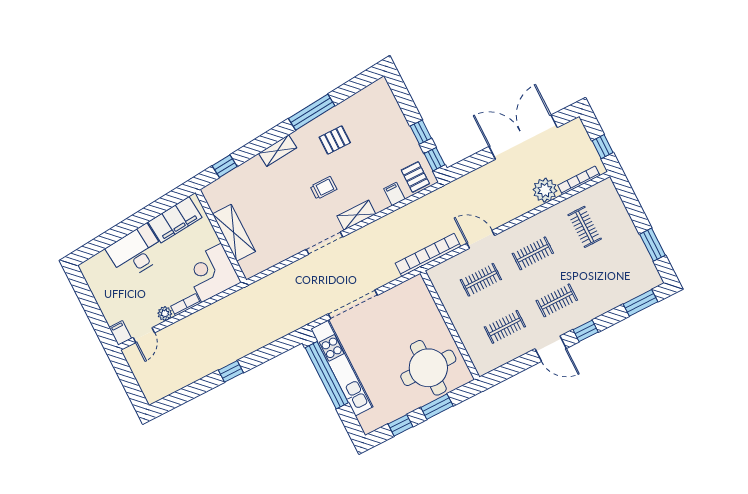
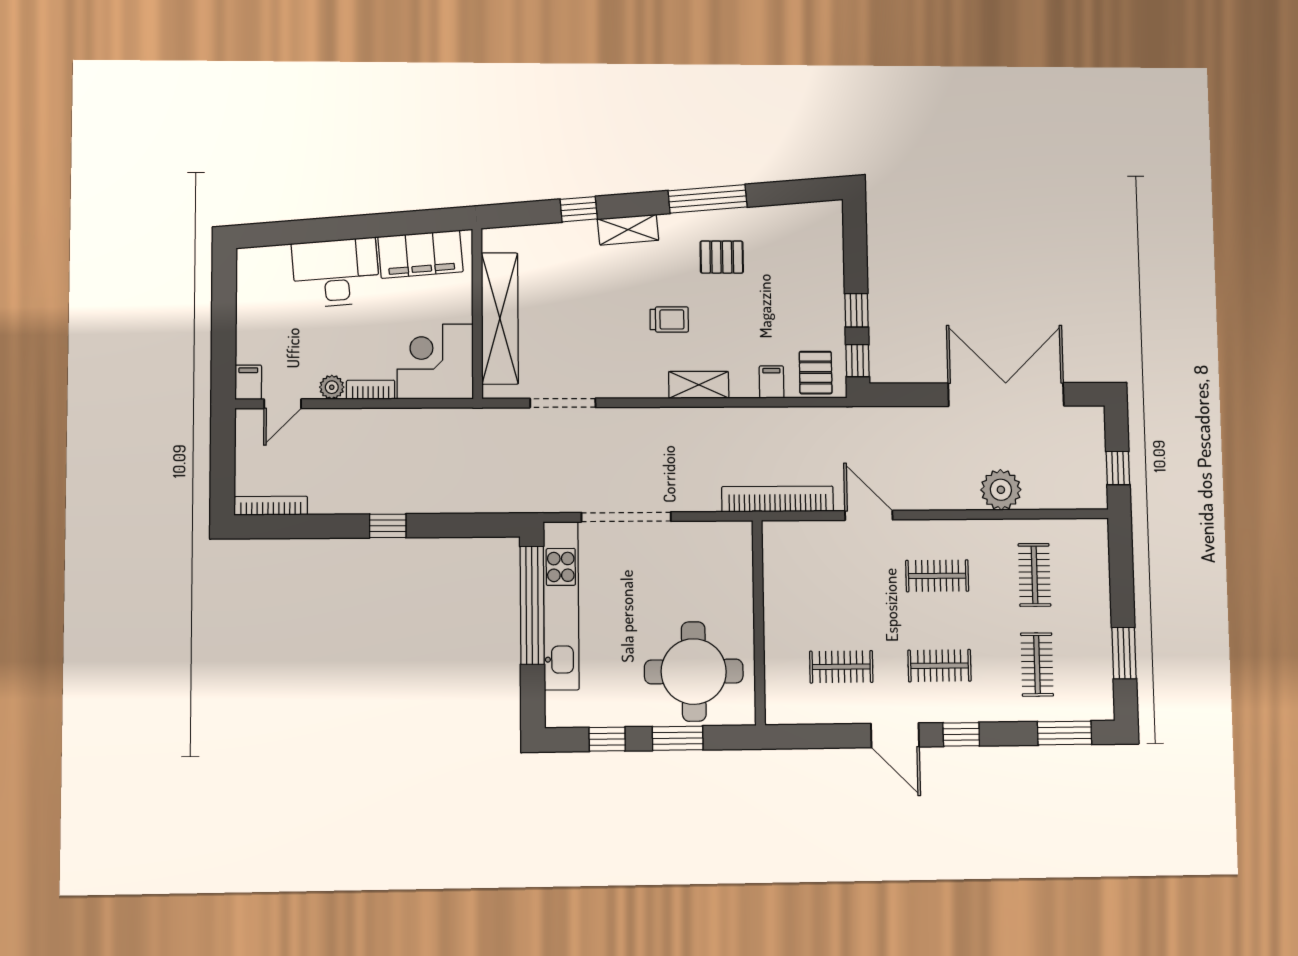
window: (225, 166) -> (579, 209), moved
bookcase: (579, 180) -> (271, 506), moved
shelving: (234, 233) -> (500, 318), width x1.47
doorway: (324, 243) -> (563, 403), moved
clothes rail: (481, 280) -> (1037, 665), moved, turned 90

